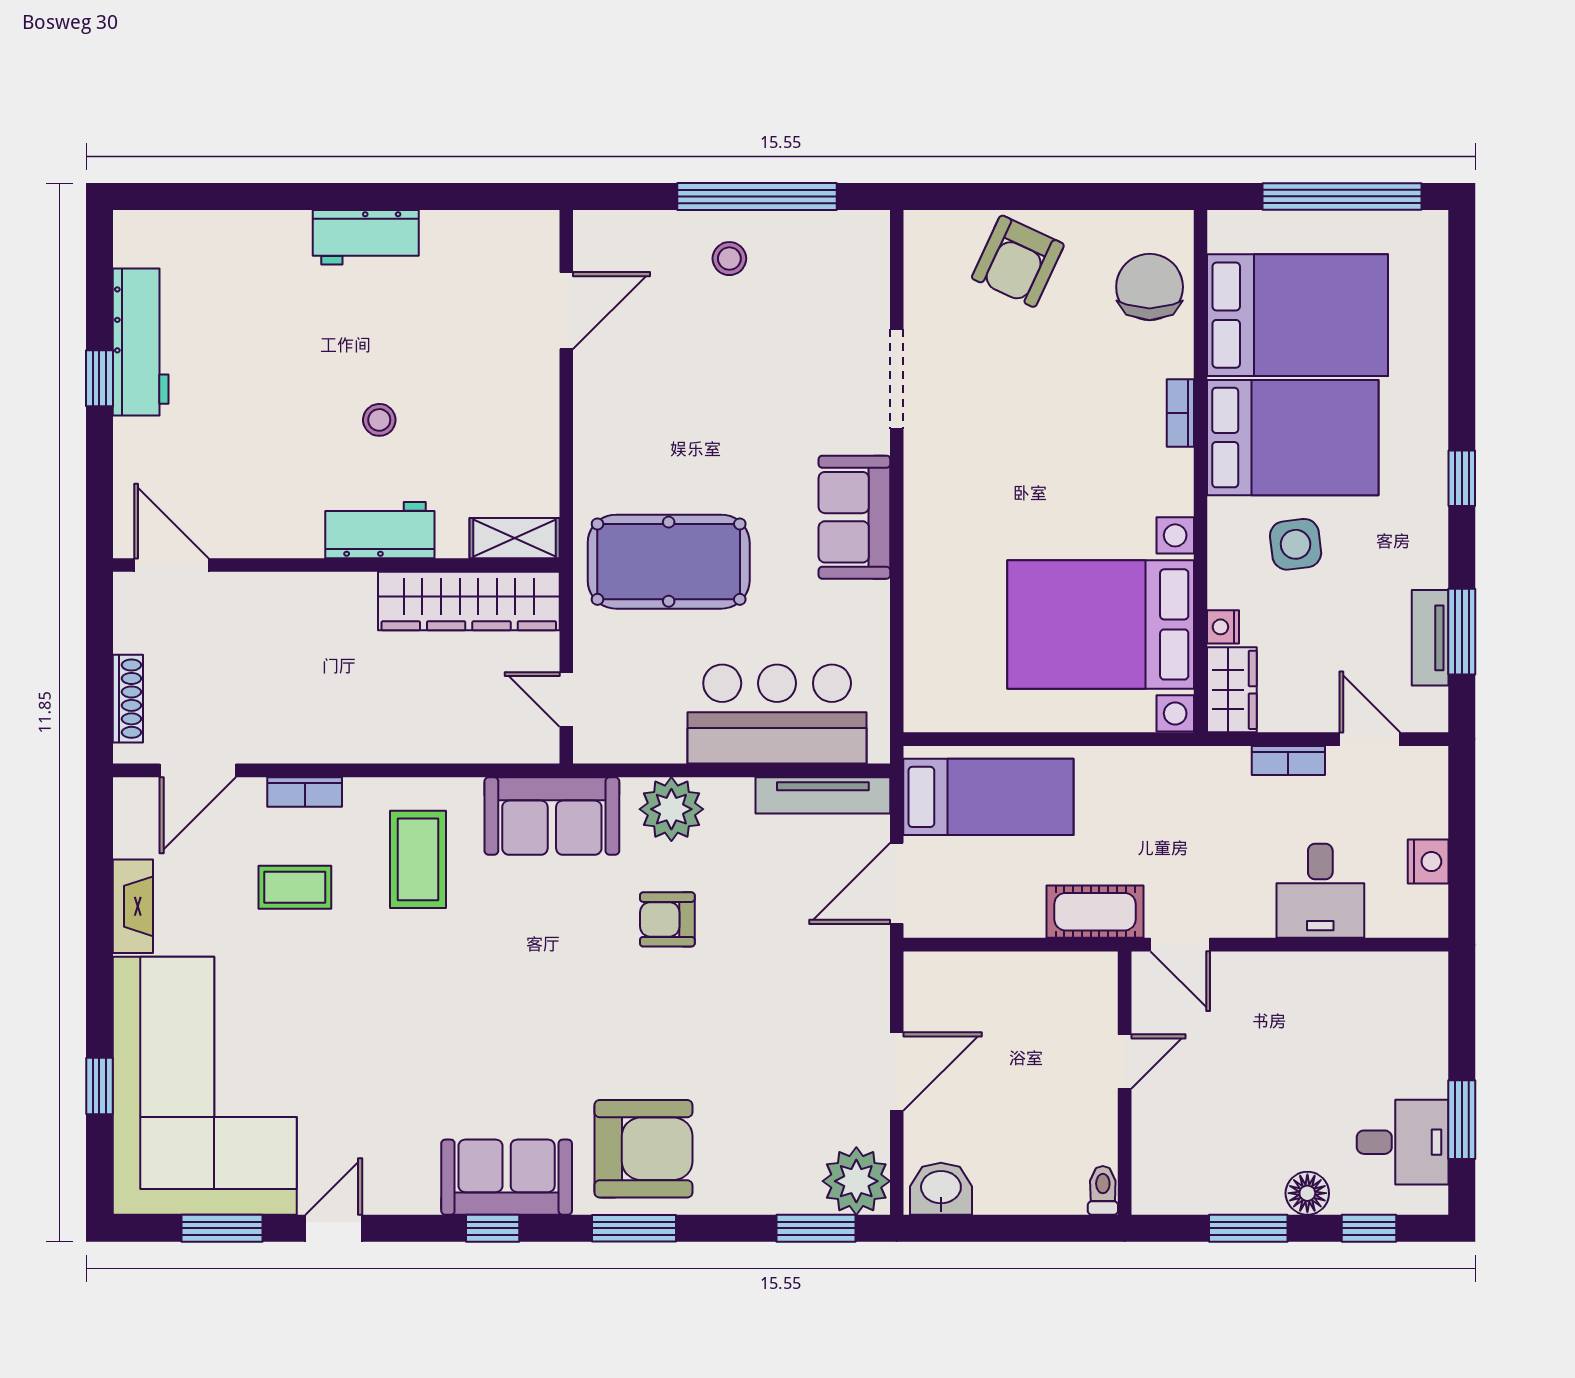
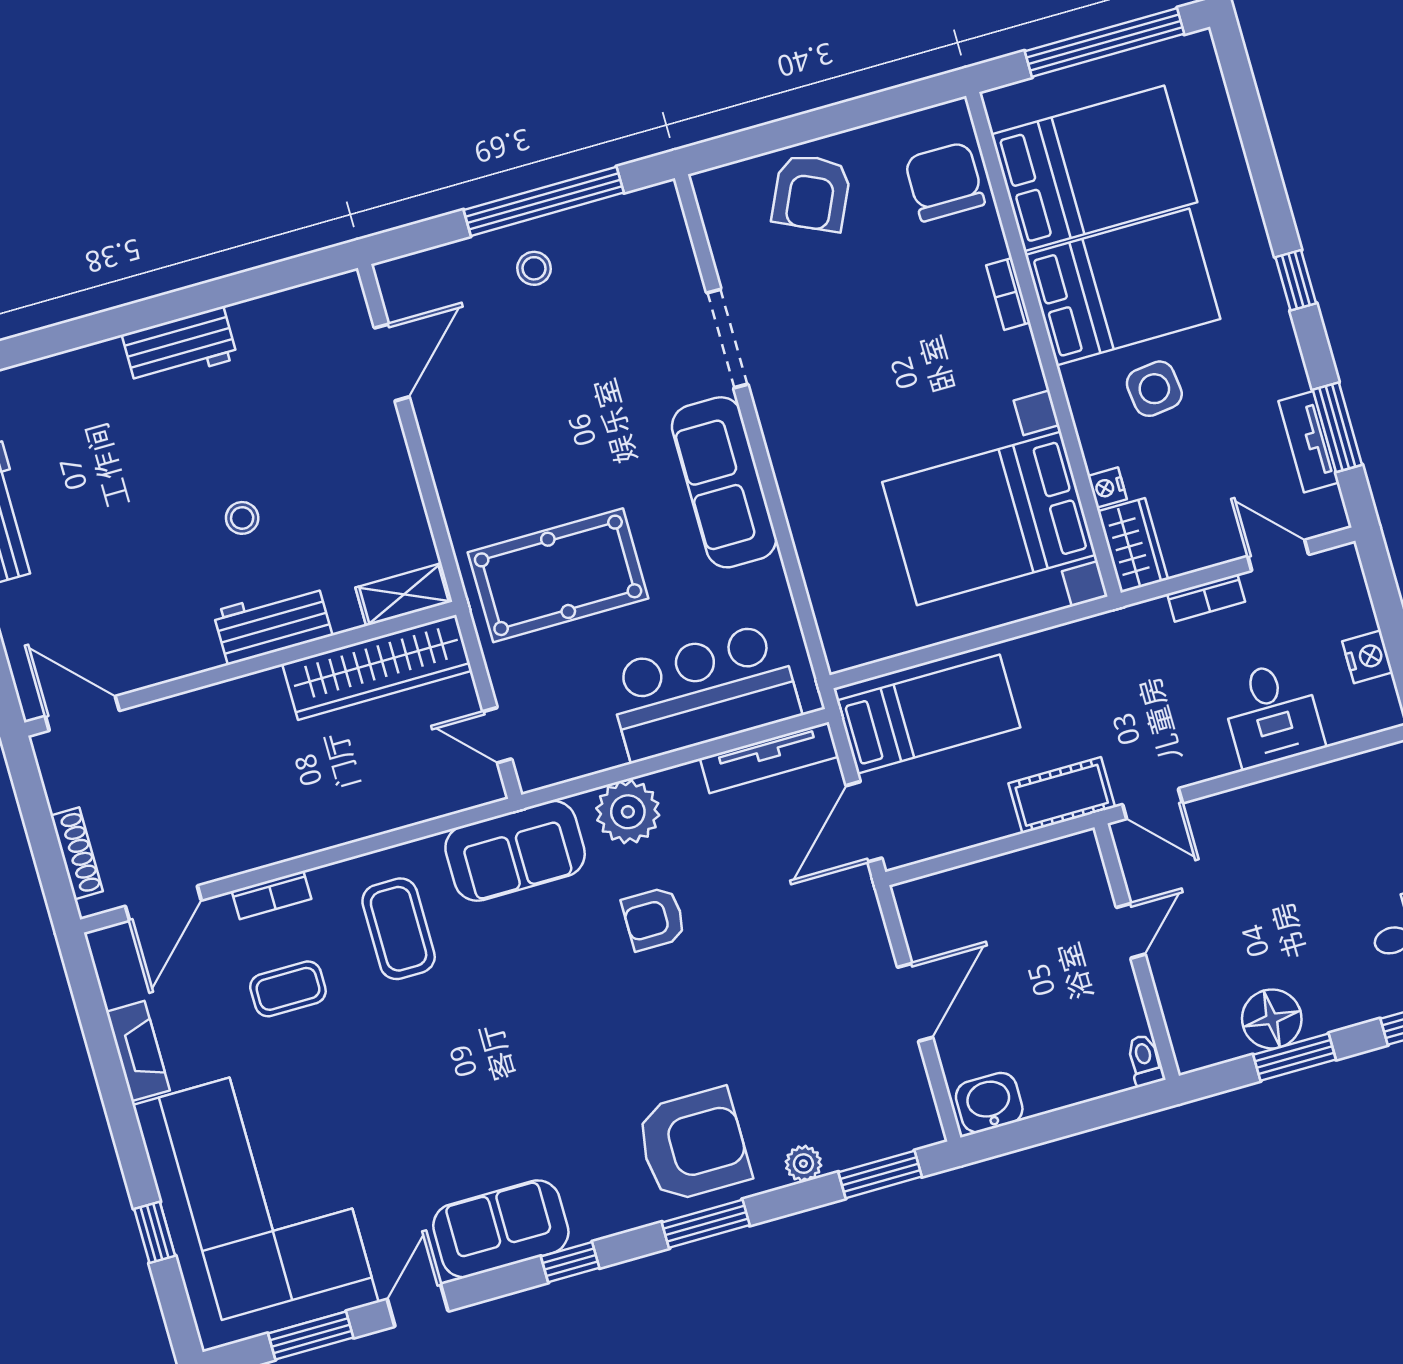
sofa: (854, 517) -> (724, 482), width x1.36
sofa: (507, 1177) -> (501, 1229), moved
plant: (856, 1181) -> (803, 1164), moved, width x0.53, depth x0.53
floor lamp: (1307, 1193) -> (1272, 1019), moved, width x1.38, depth x1.38

